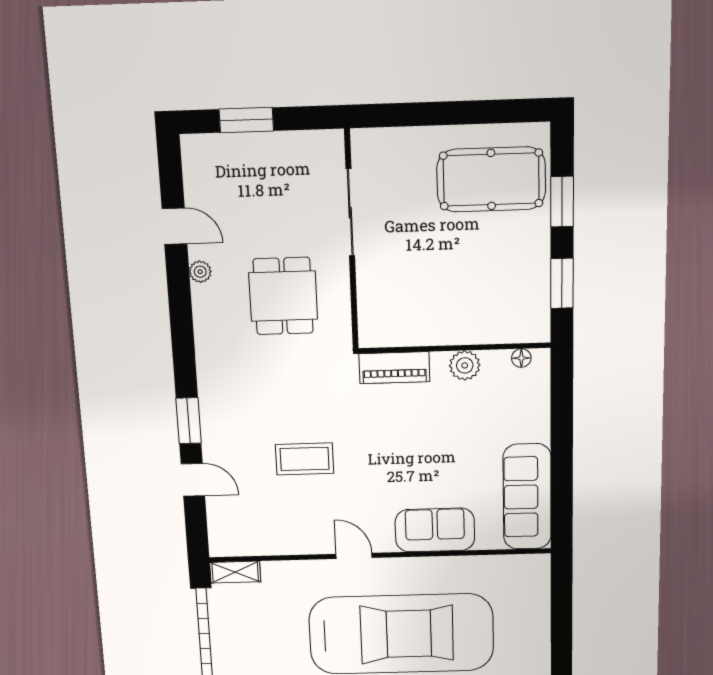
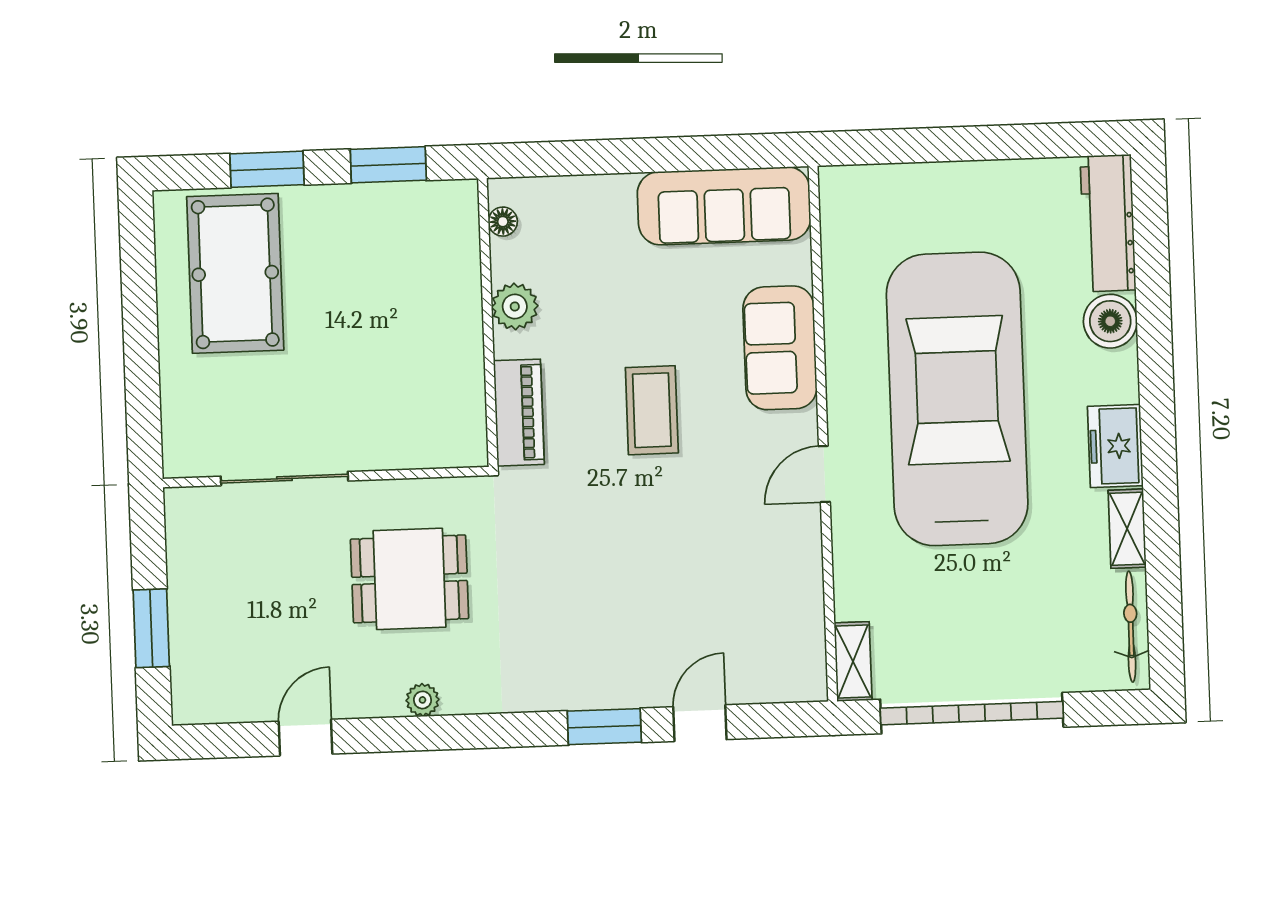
plant: (200, 272) -> (423, 700), moved
coffee table: (305, 459) -> (652, 410), moved

